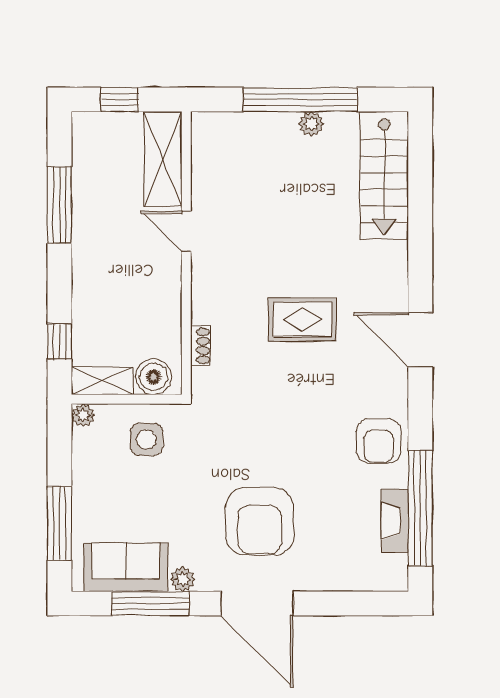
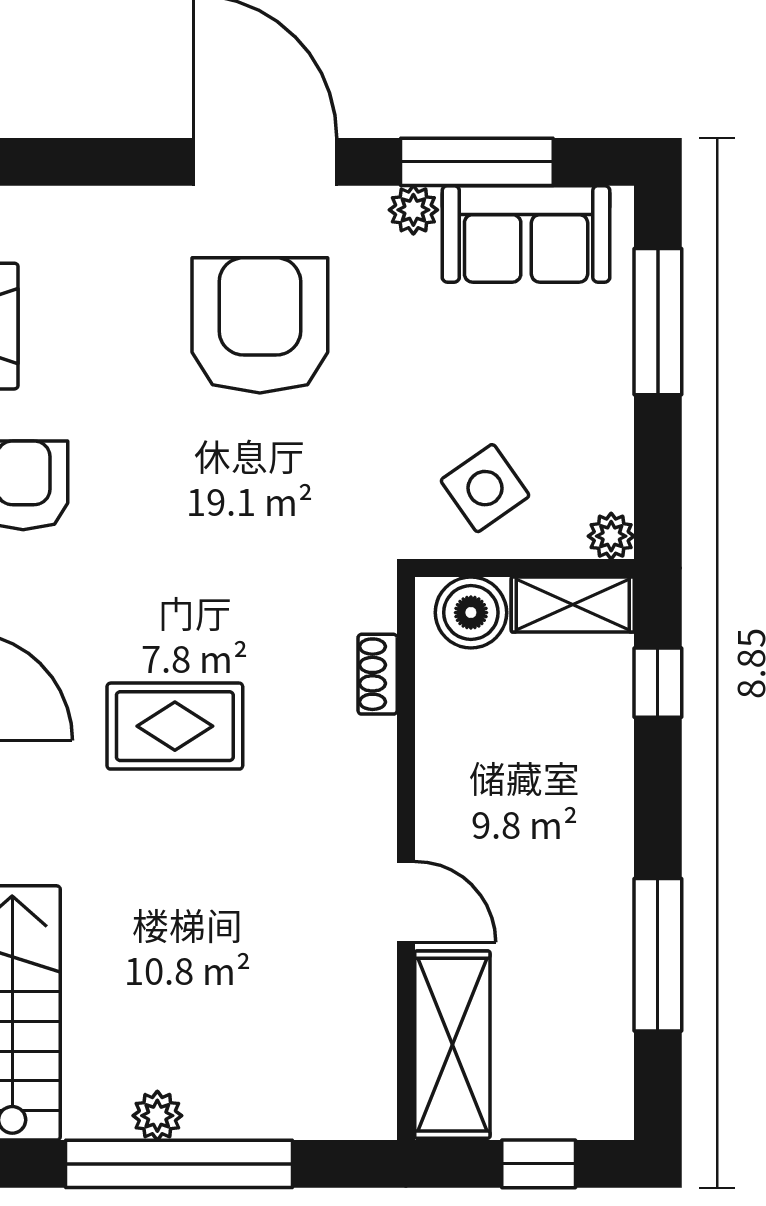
side table: (146, 439) -> (485, 488), turned -35

